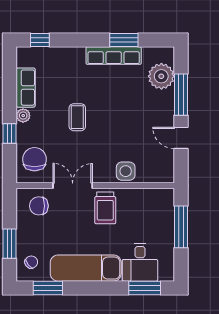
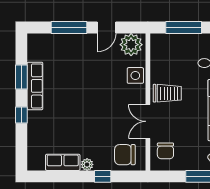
window: (40, 40) -> (21, 115), moved
plant: (161, 76) -> (131, 45), moved
coffee table: (77, 117) -> (89, 118), removed

